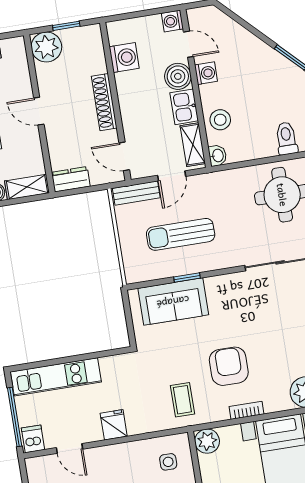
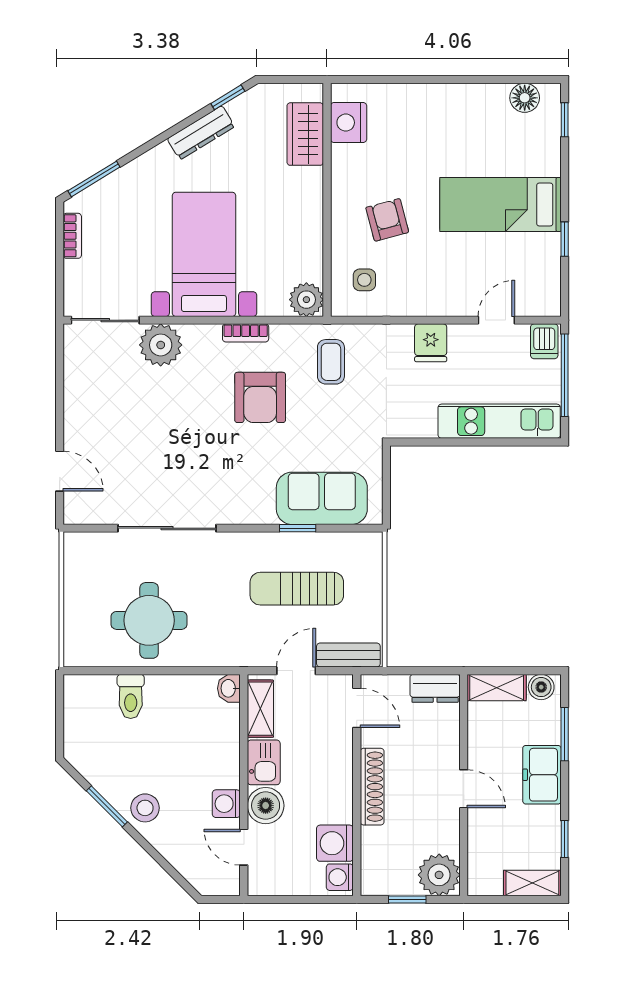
washing machine: (172, 21) -> (340, 877), moved, turned 180
stool: (220, 120) -> (145, 808), moved
sun lounger: (181, 234) -> (297, 589), turned 180
door: (69, 448) -> (496, 320), hinge flipped

